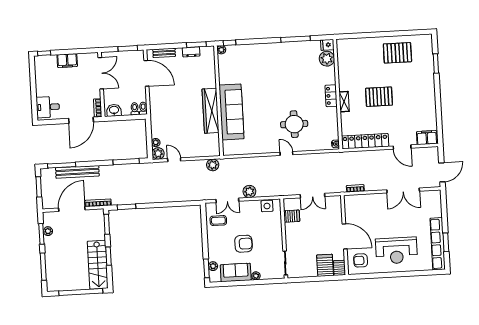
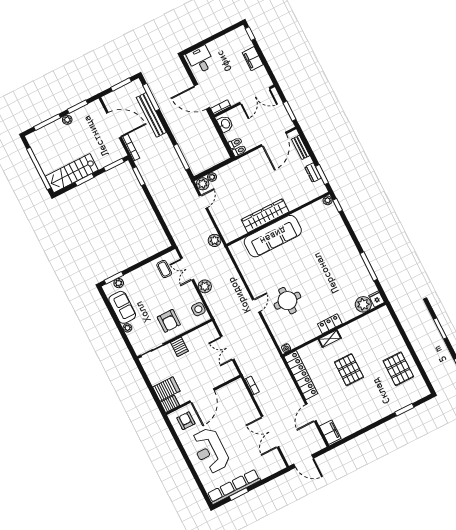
server rack: (292, 216) -> (179, 347), moved
plant: (48, 231) -> (67, 120), moved
armchair: (244, 244) -> (169, 321), moved

